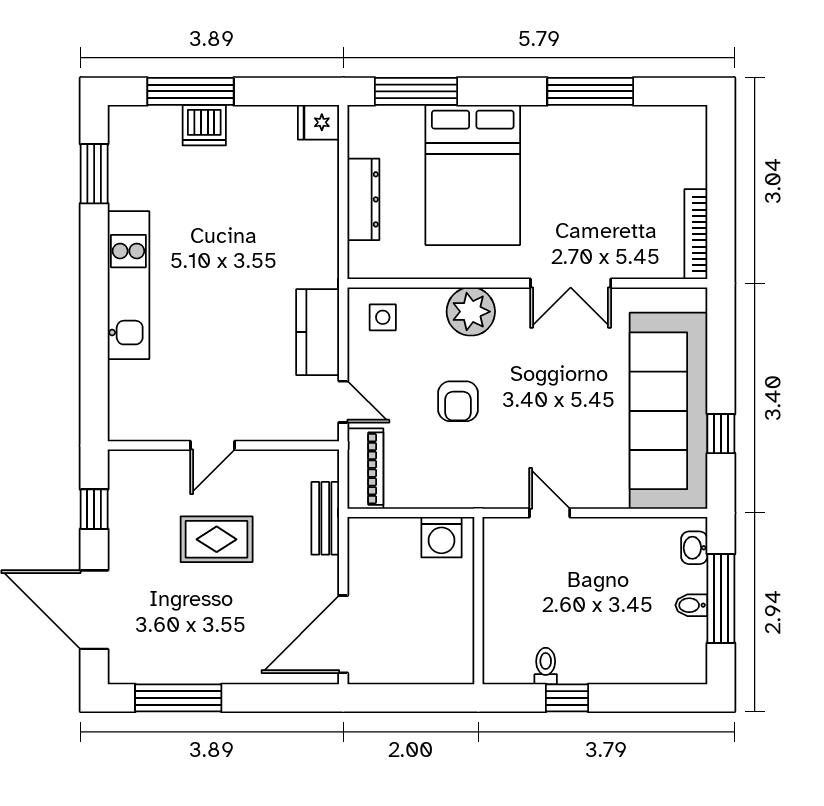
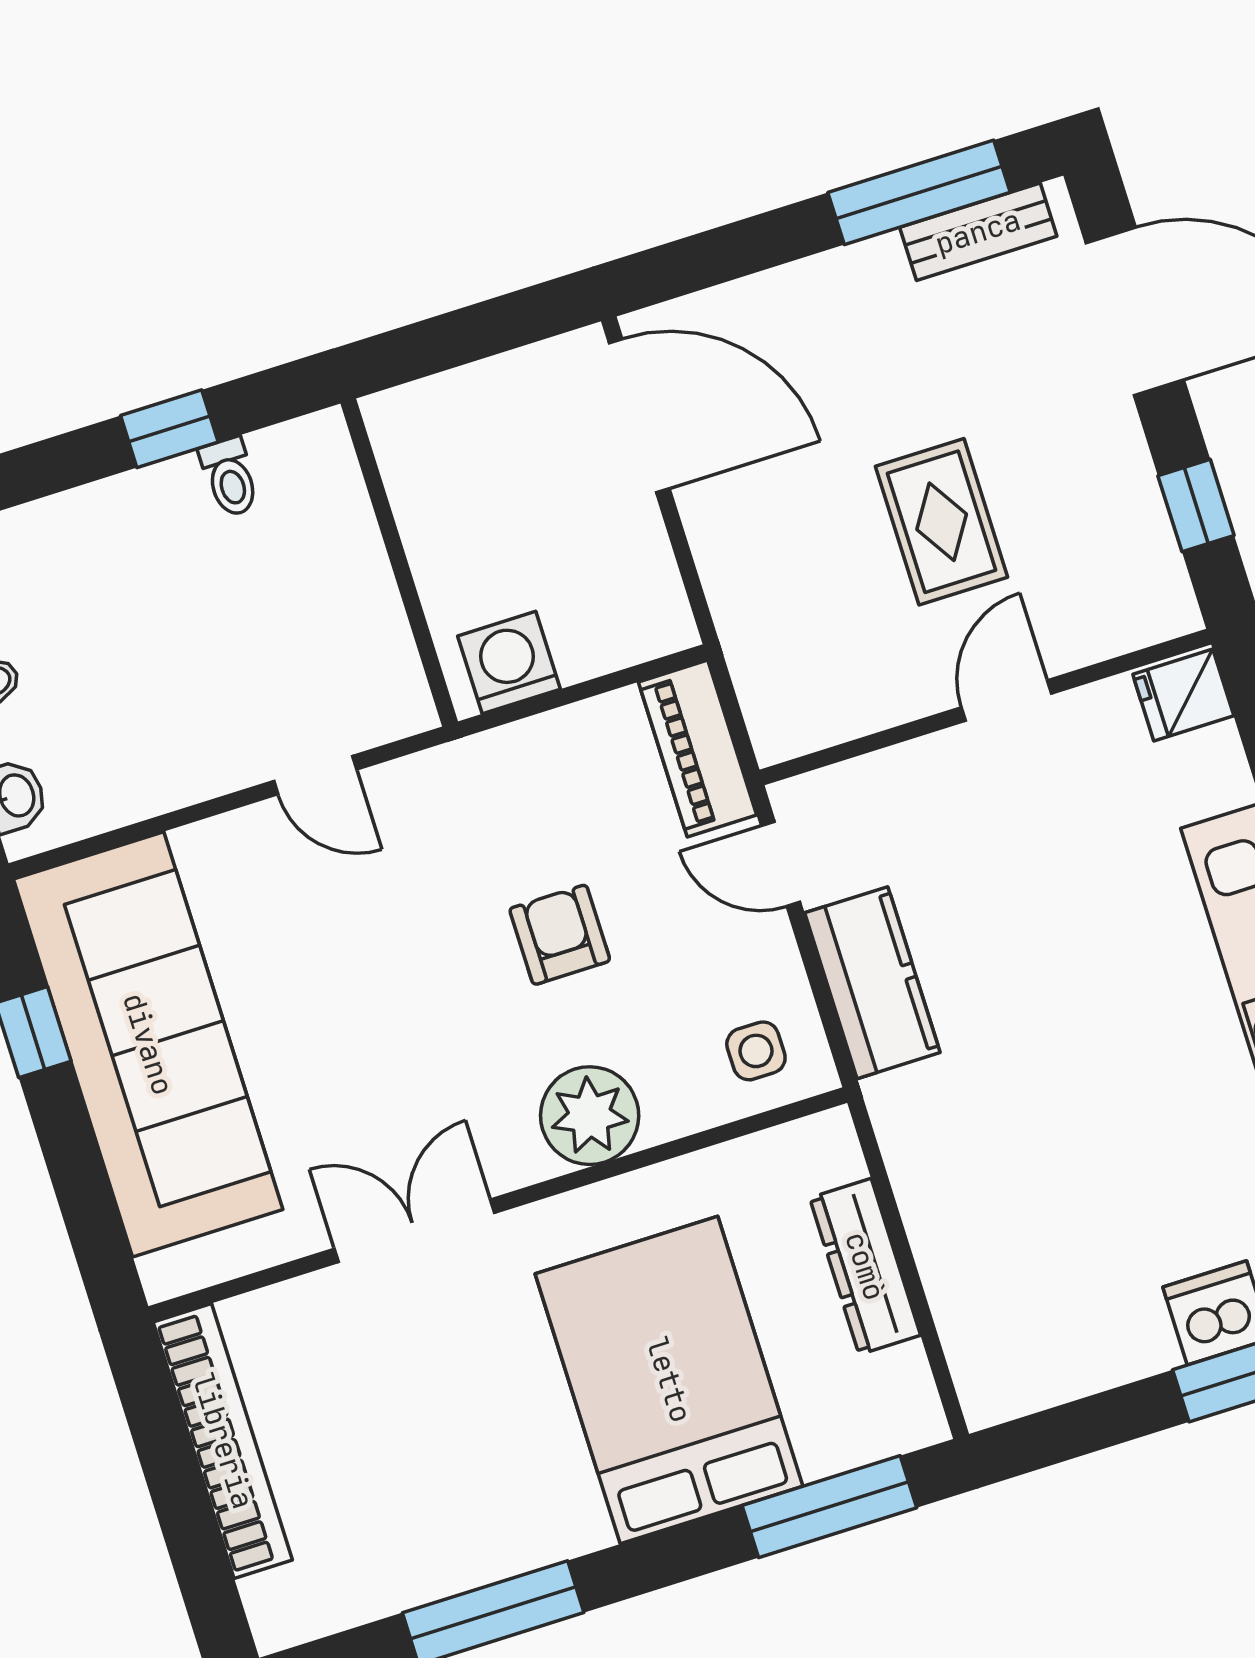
fridge: (319, 122) -> (1183, 695), moved, turned 180
bookcase: (696, 234) -> (223, 1441), width x1.48, depth x1.31
bench: (325, 518) -> (978, 232), moved, turned 90
rug: (217, 539) -> (942, 522), turned 90
door: (343, 634) -> (639, 416), hinge flipped

